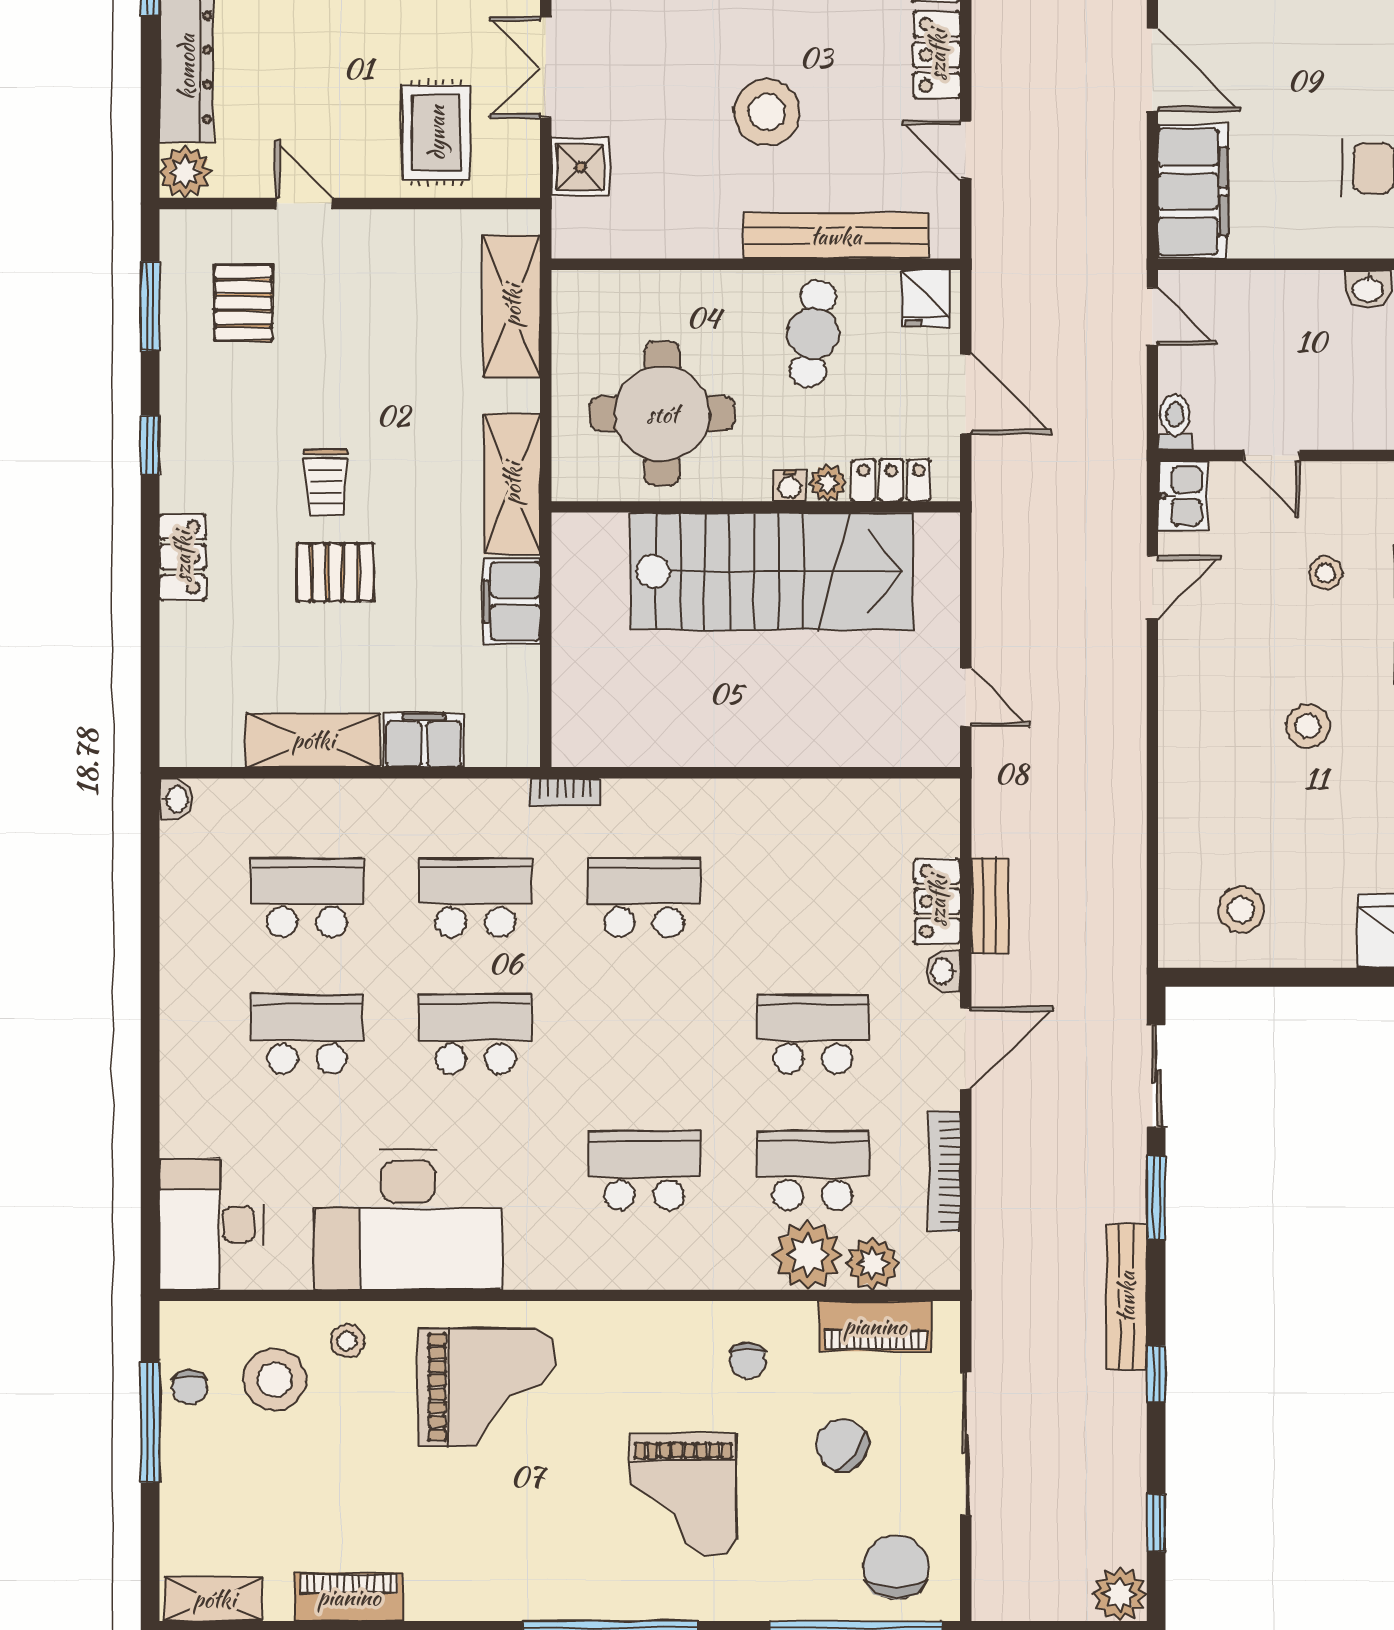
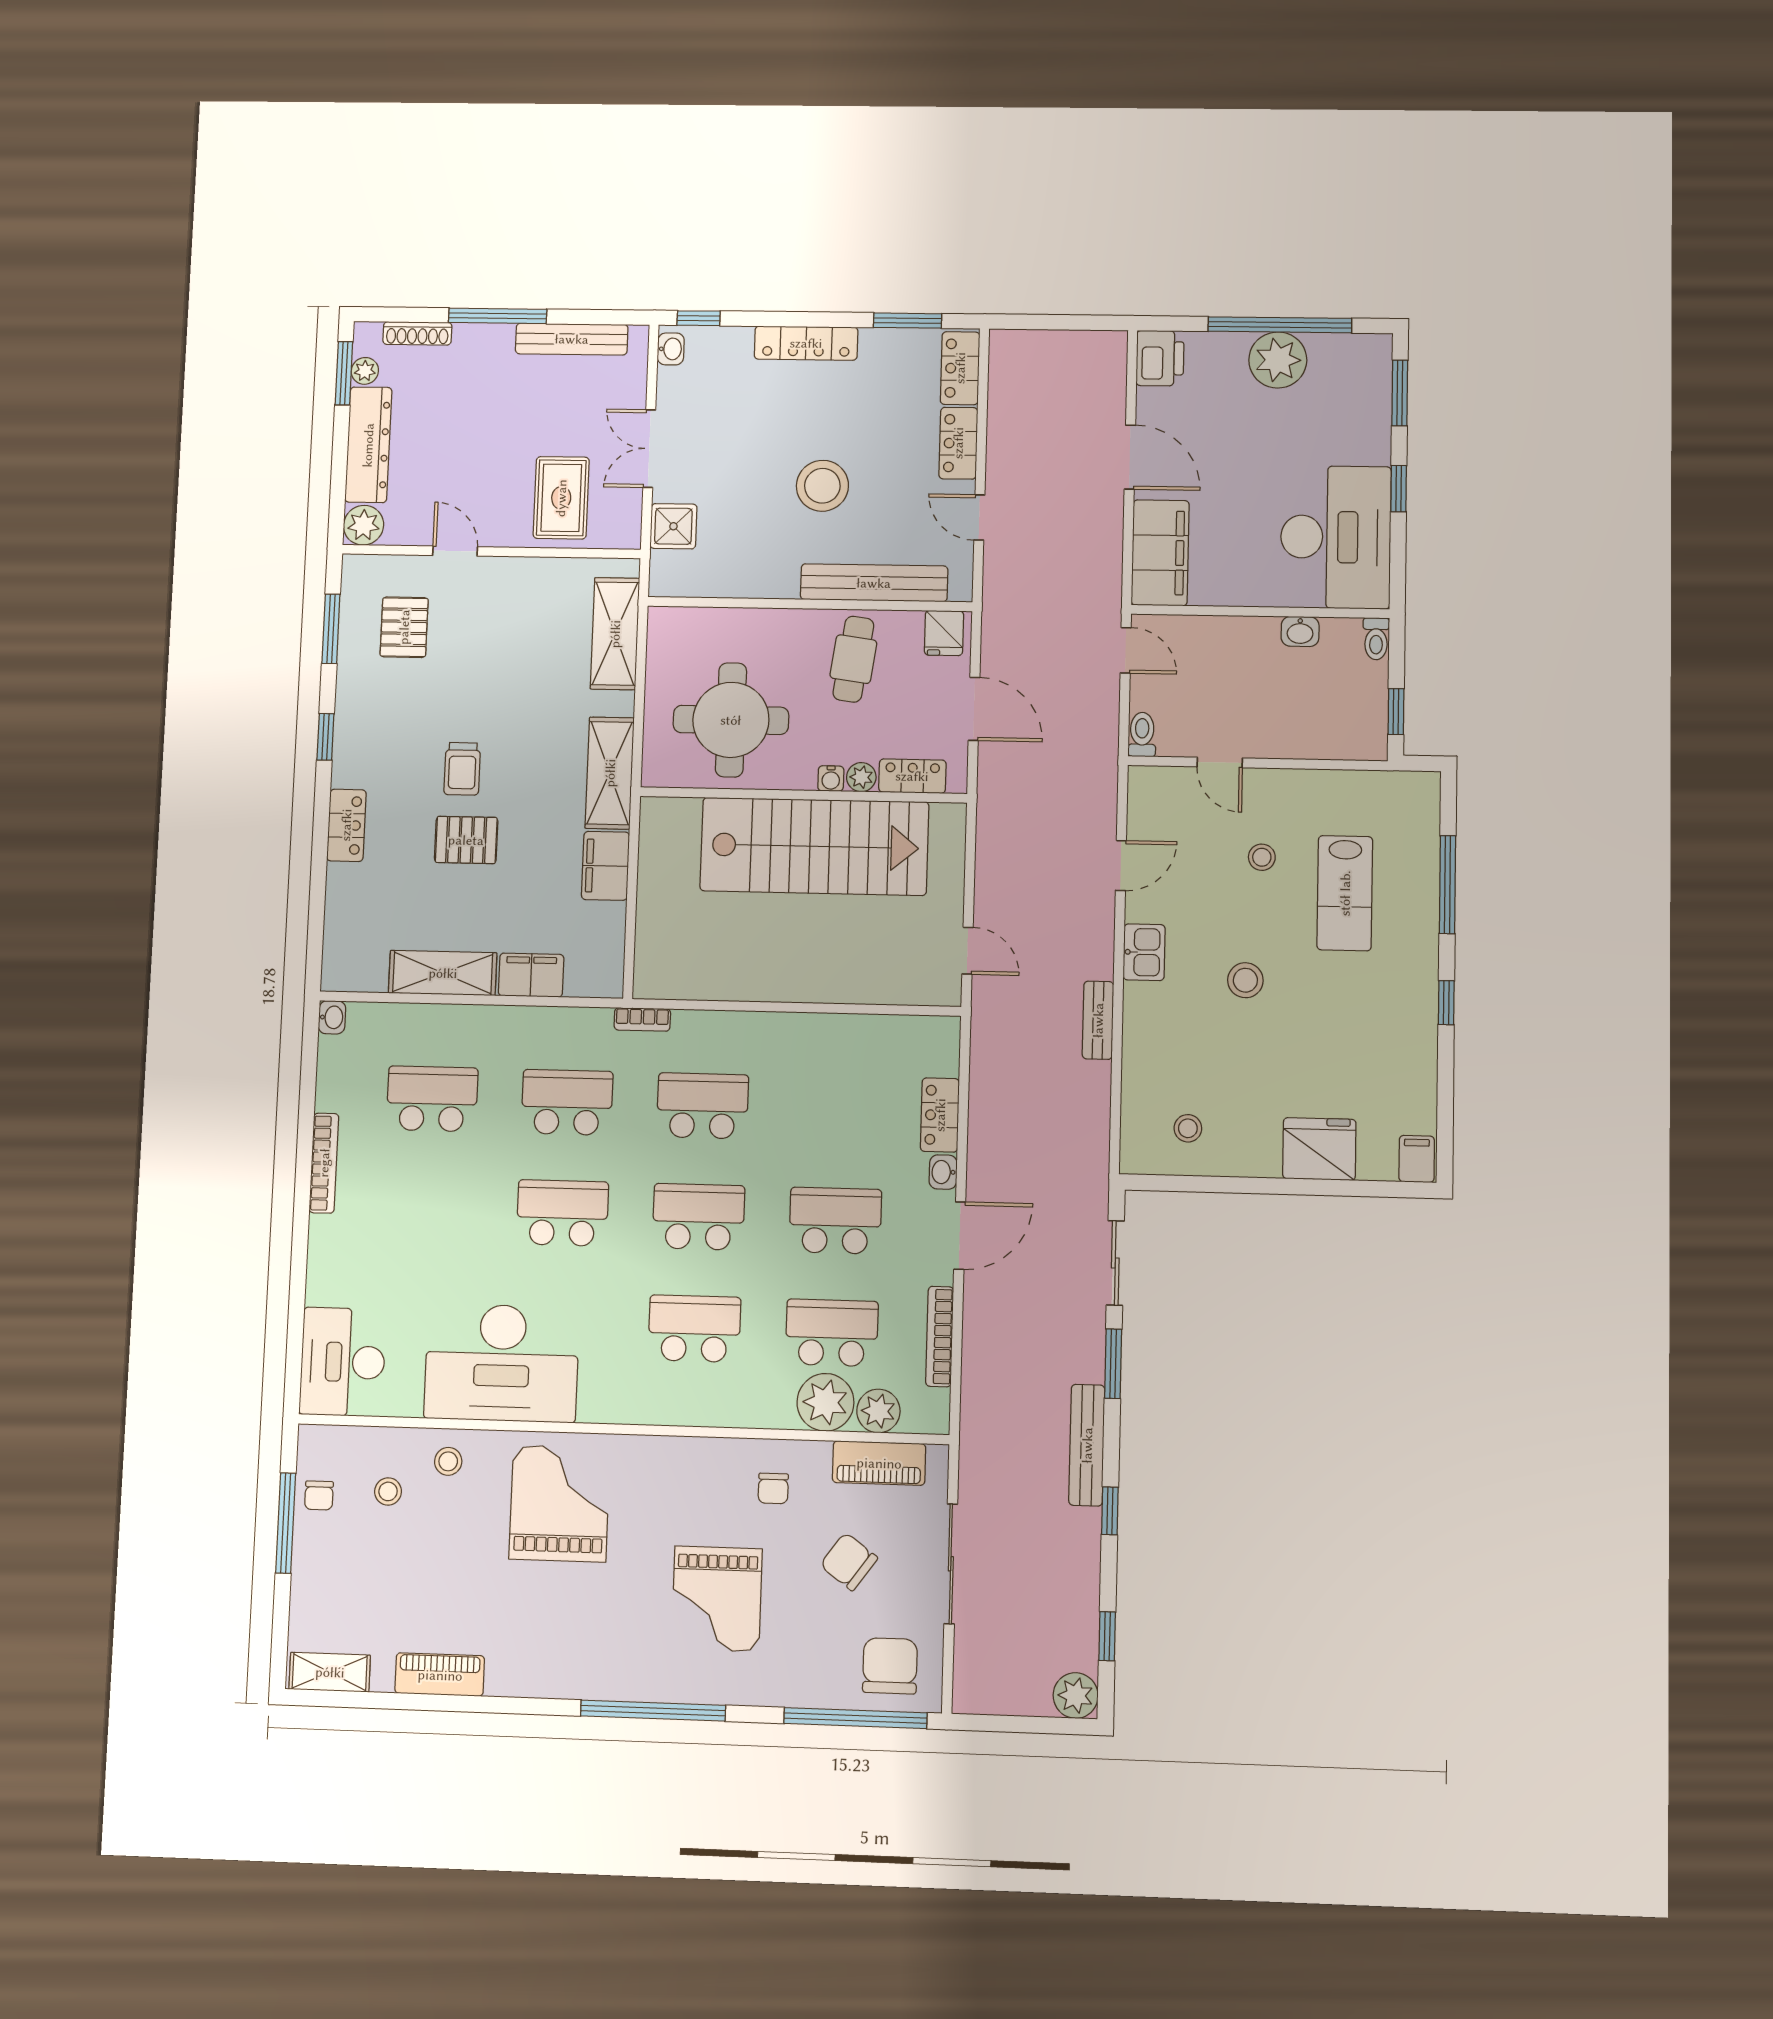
kitchen sink: (1183, 496) -> (1144, 952), moved
bench: (990, 906) -> (1098, 1020), moved
stool: (1241, 910) -> (1188, 1128), width x0.73, depth x0.73
bookcase: (175, 981) -> (324, 1163), added
school desk: (307, 1034) -> (699, 1217), moved
stool: (275, 1380) -> (388, 1491), width x0.53, depth x0.53
grand piano: (487, 1387) -> (560, 1503), turned -90

